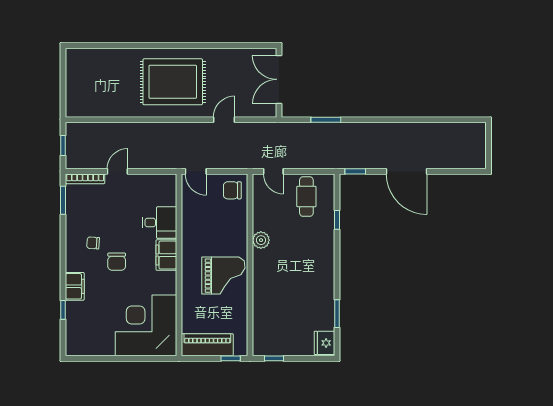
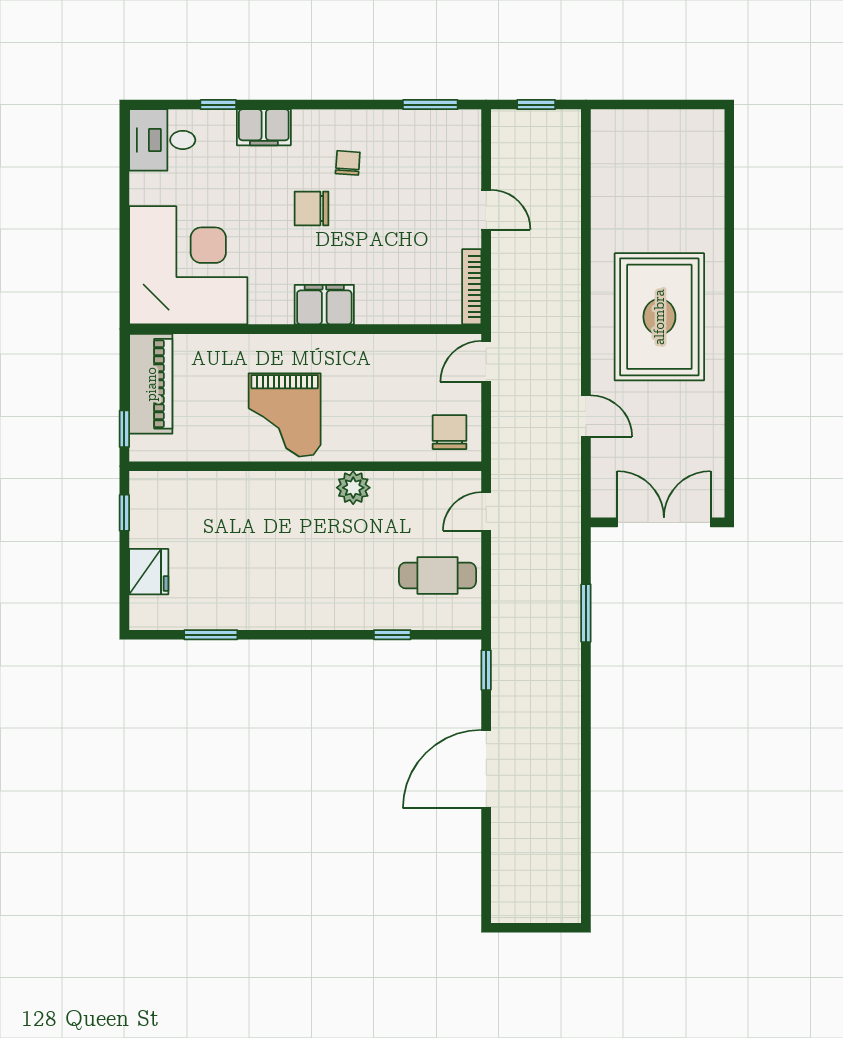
bookcase: (85, 179) -> (472, 287), moved
desk: (159, 223) -> (162, 140), moved, turned 90
fridge: (324, 343) -> (149, 572), moved, turned 90

